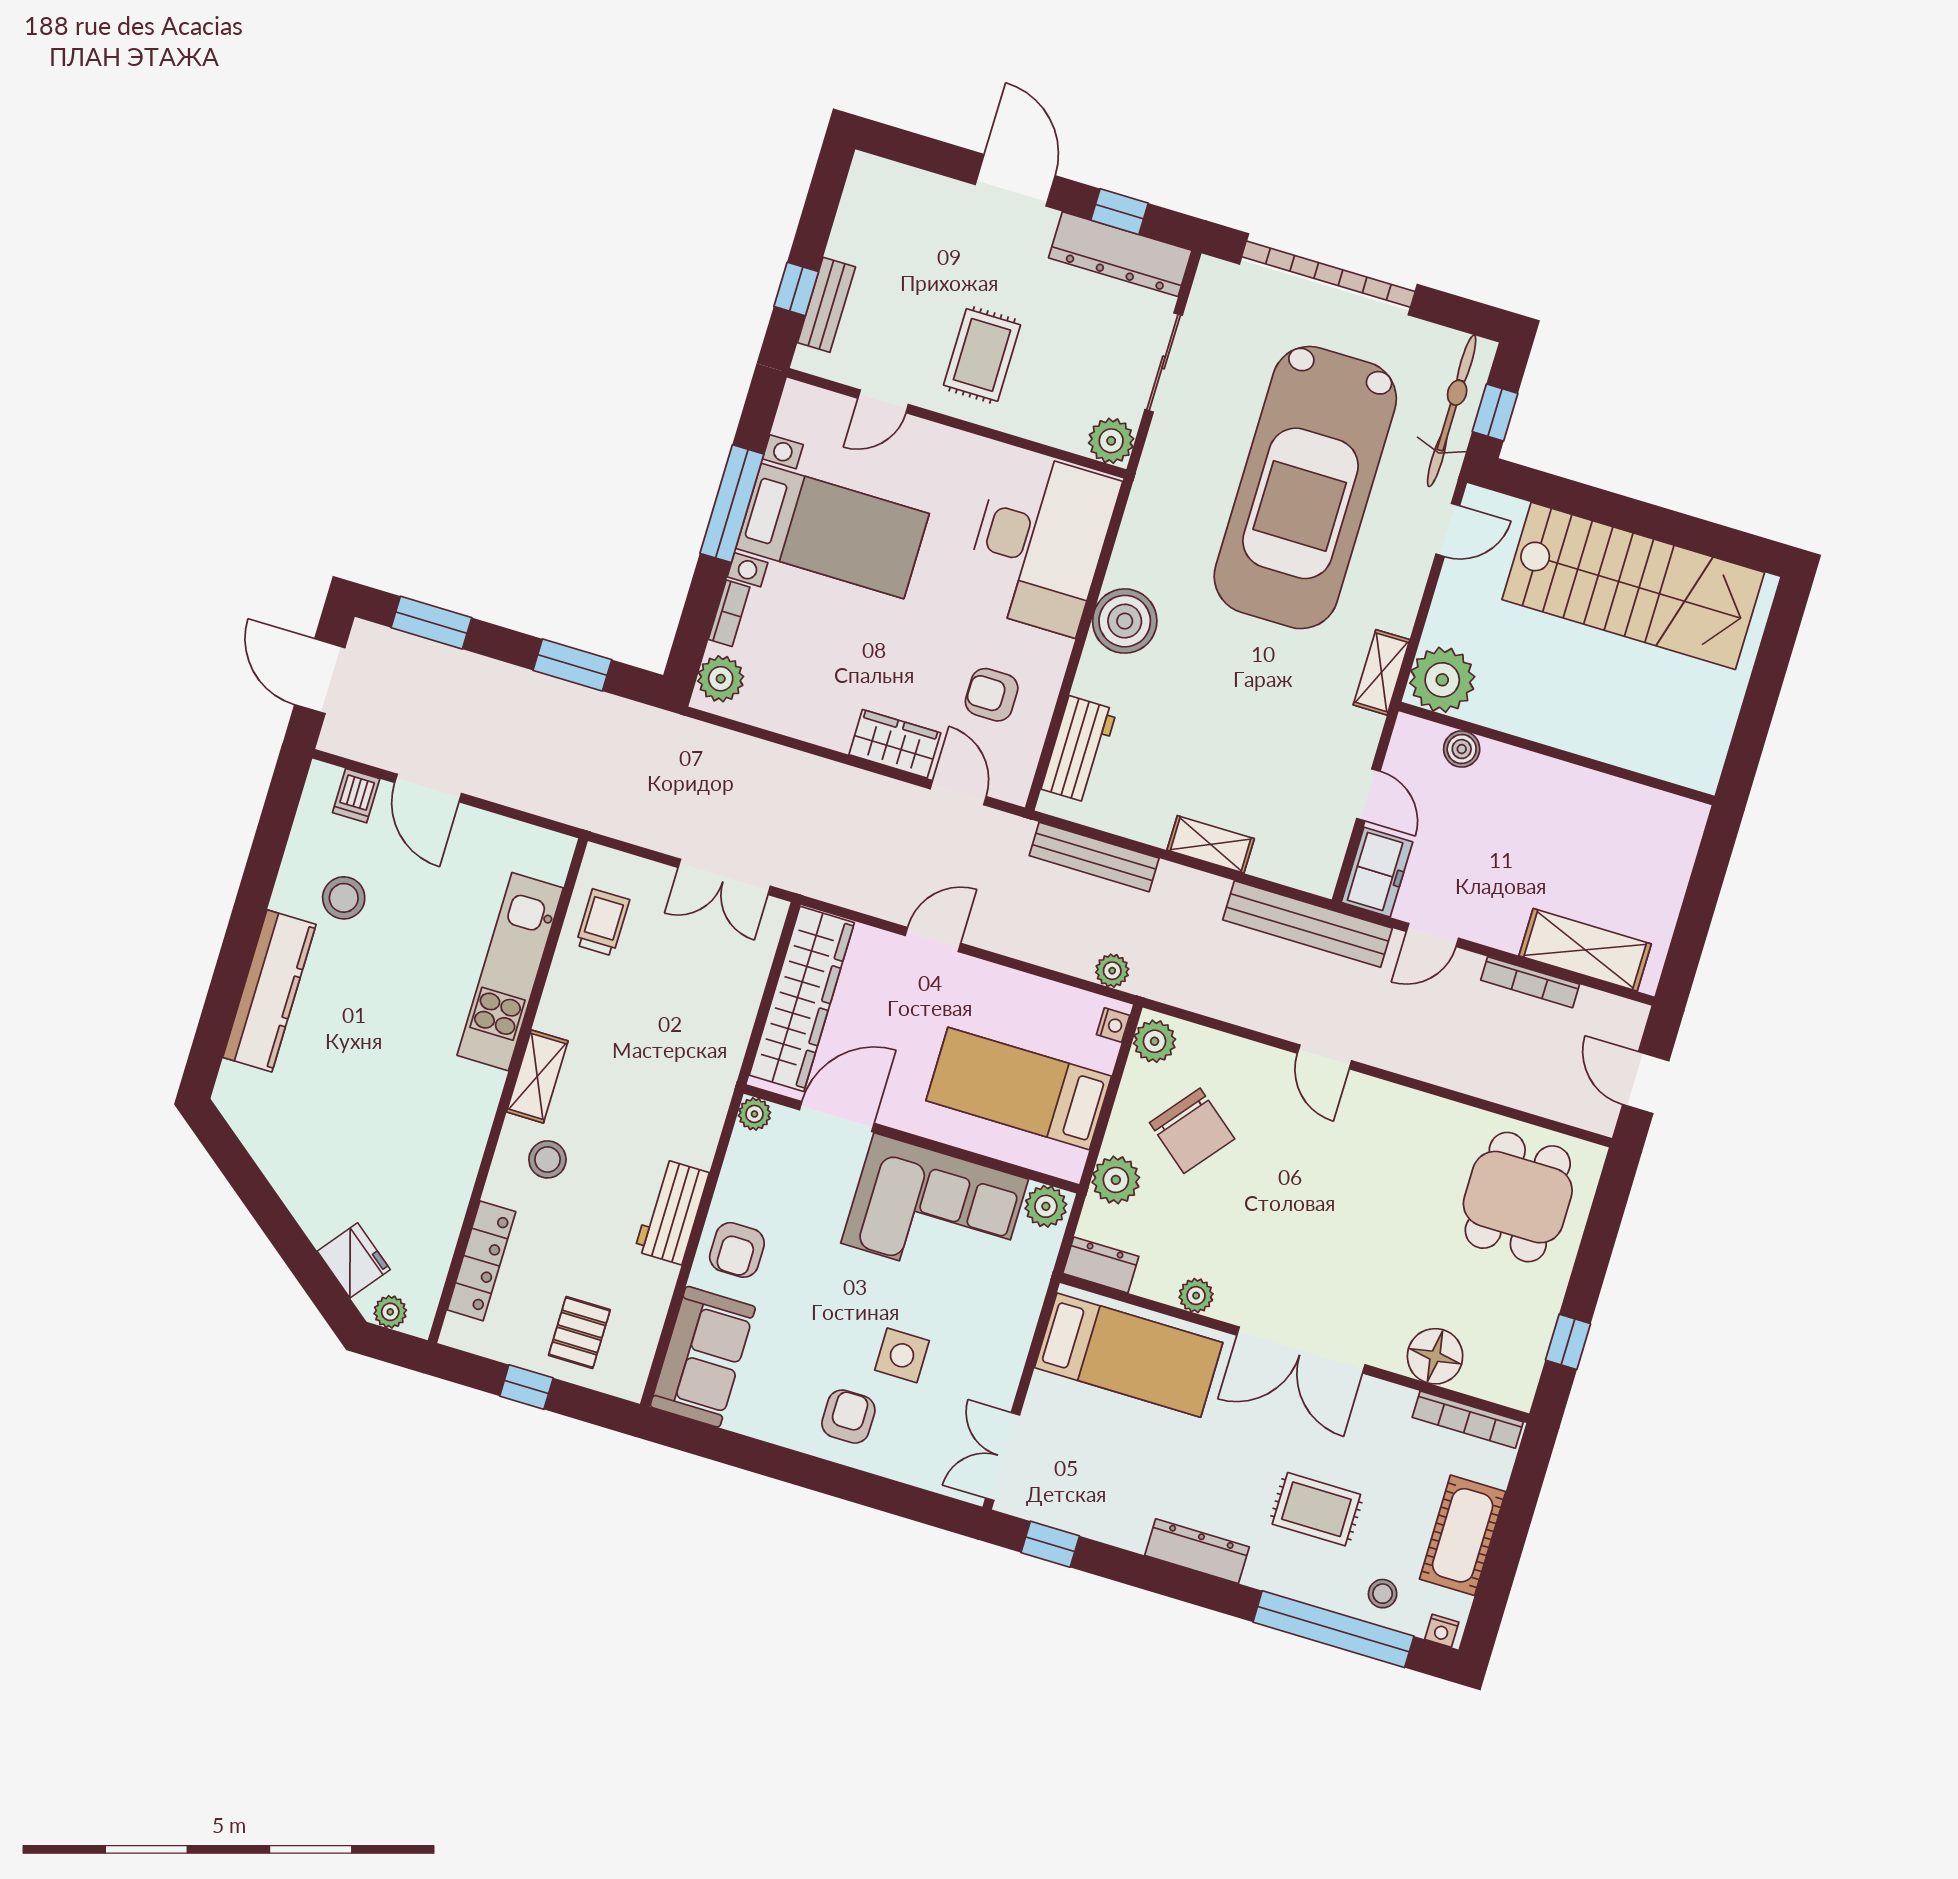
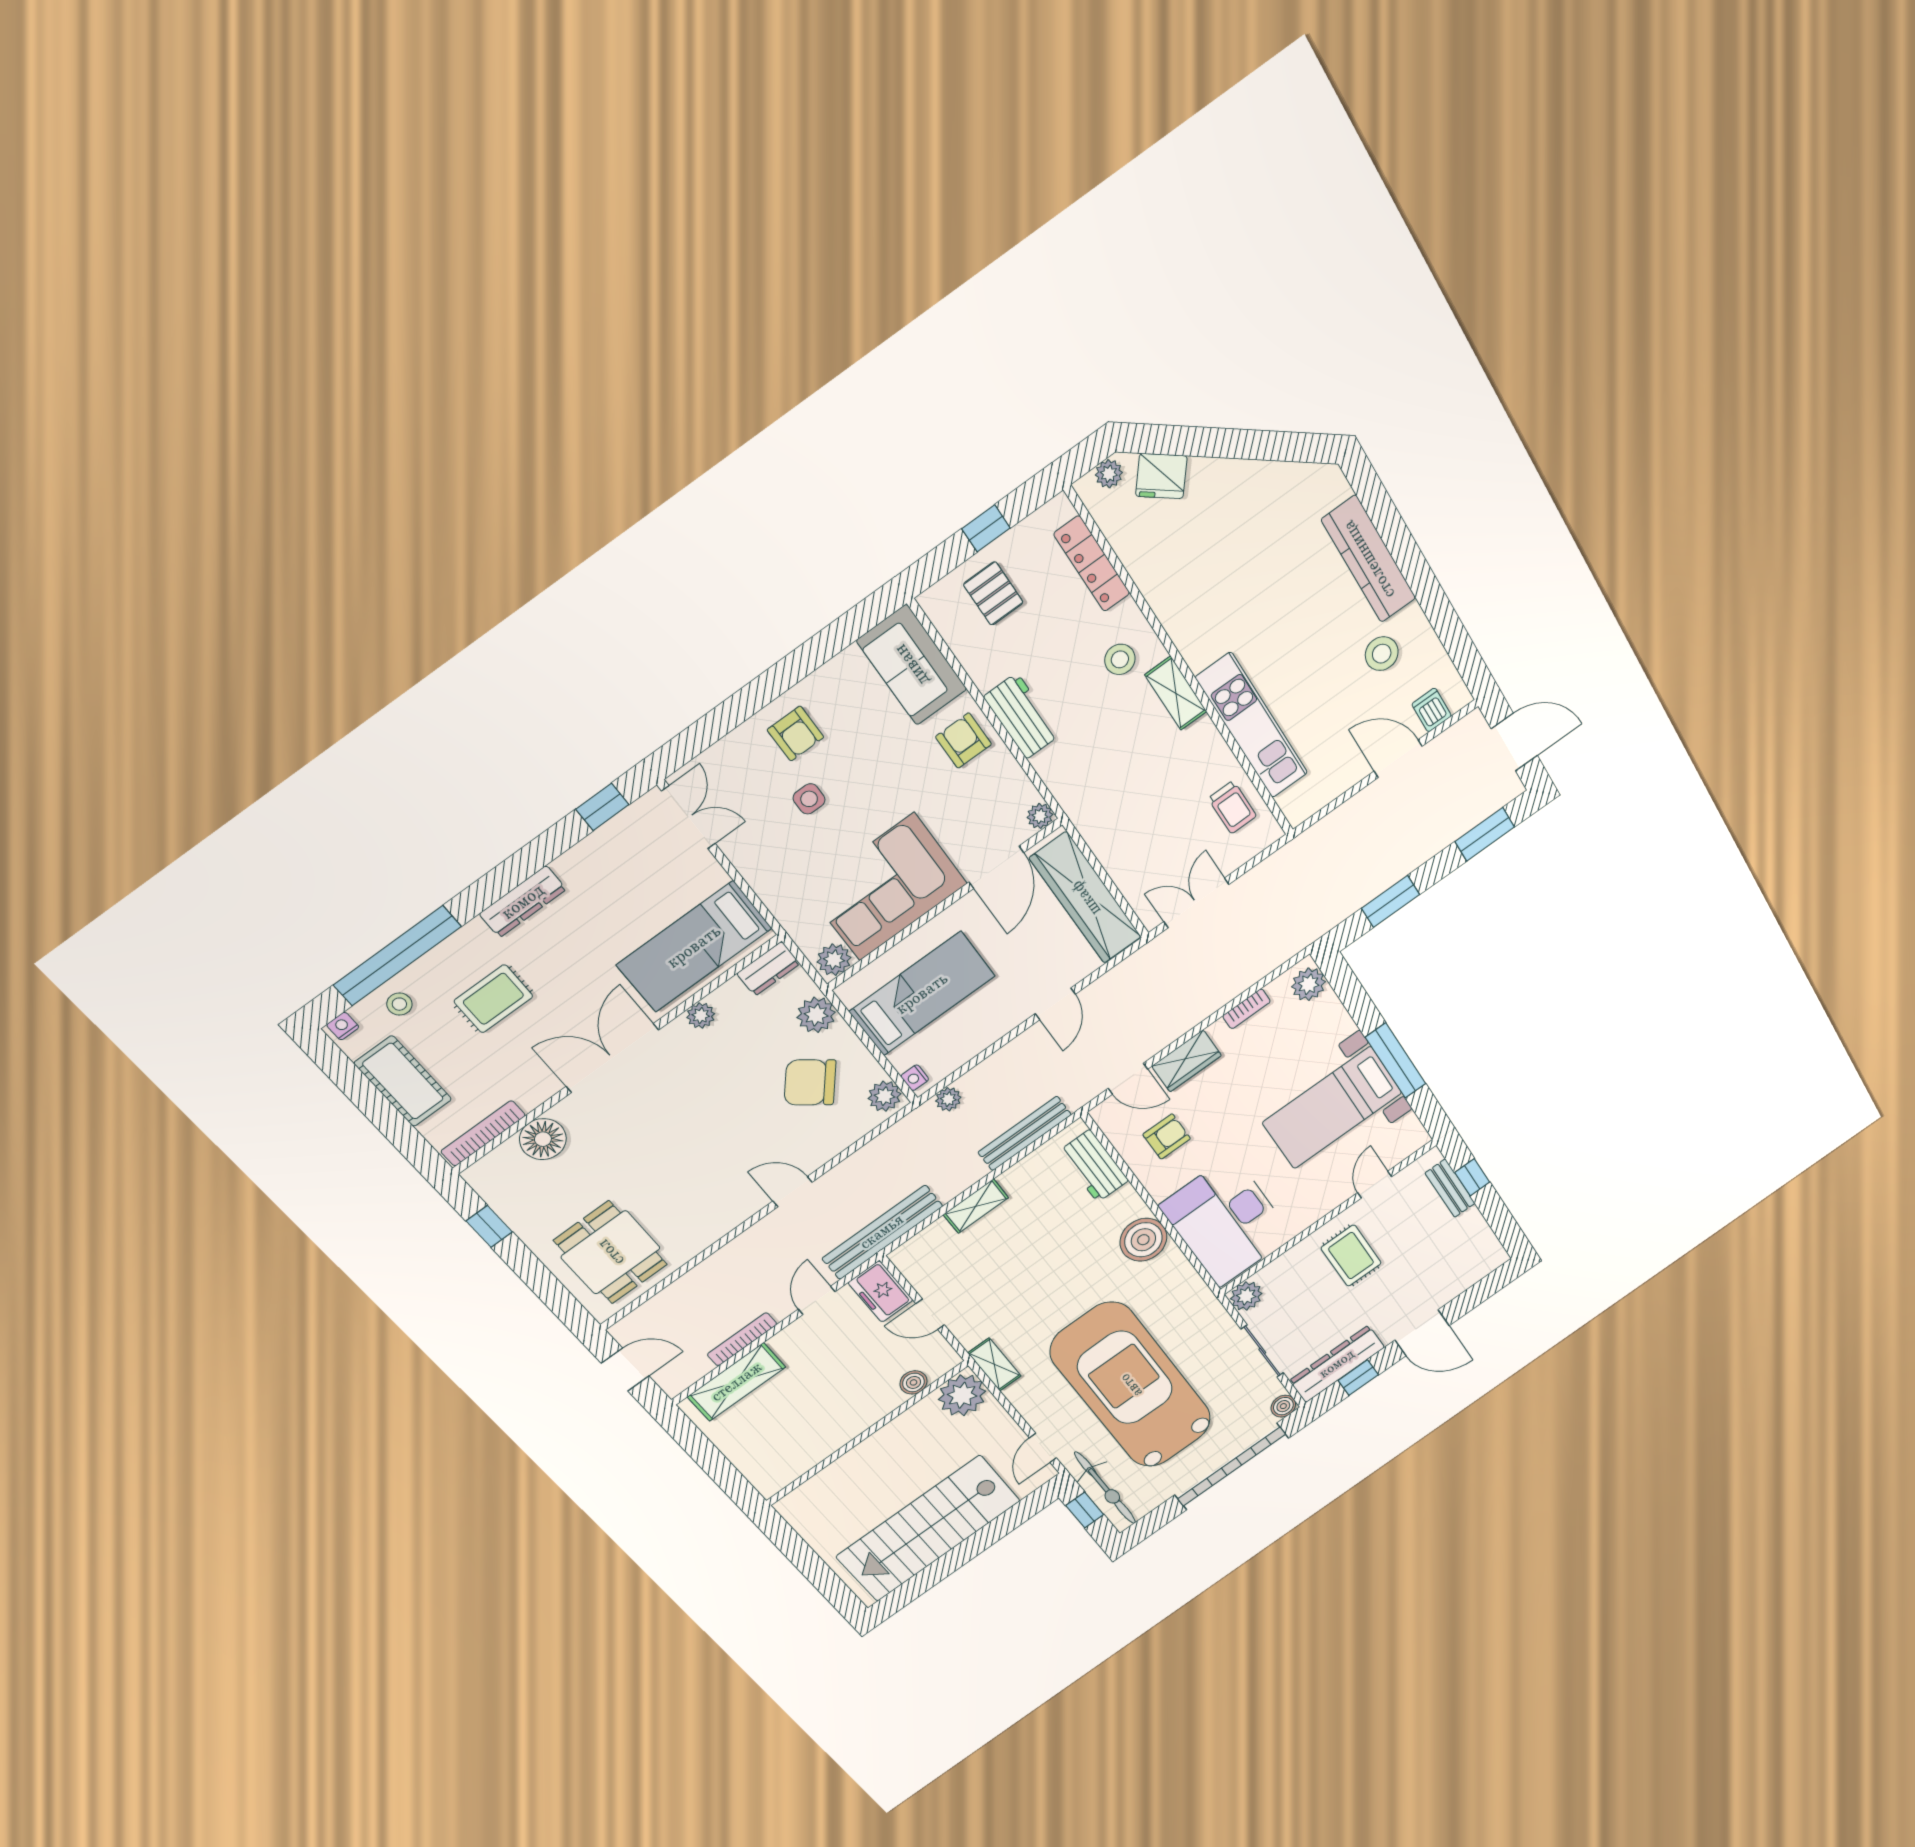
boiler: (1213, 276) -> (1283, 1406), added
bookcase: (729, 613) -> (1247, 1009), moved, turned -90
side table: (902, 1355) -> (809, 799), width x0.73, depth x0.73

